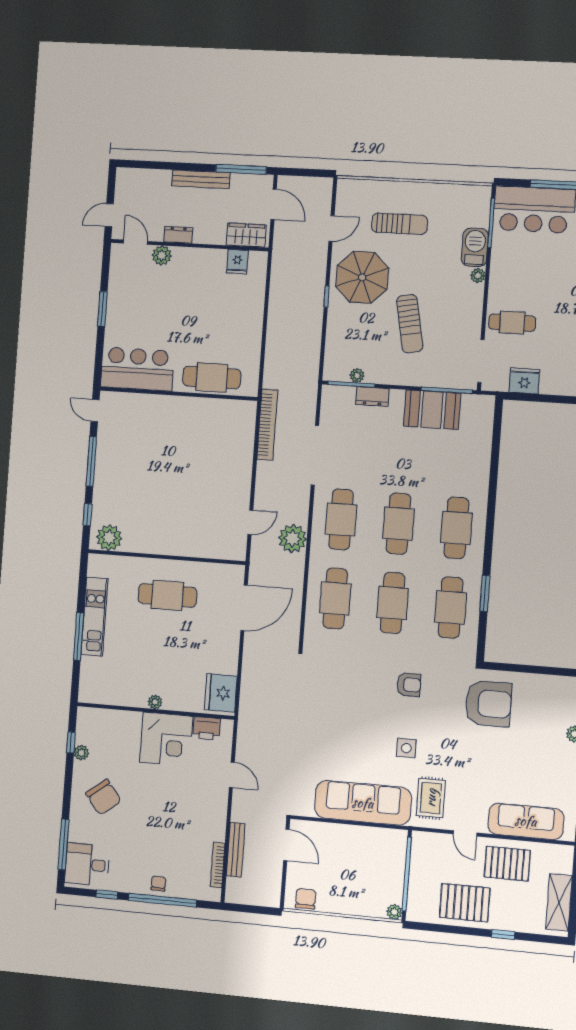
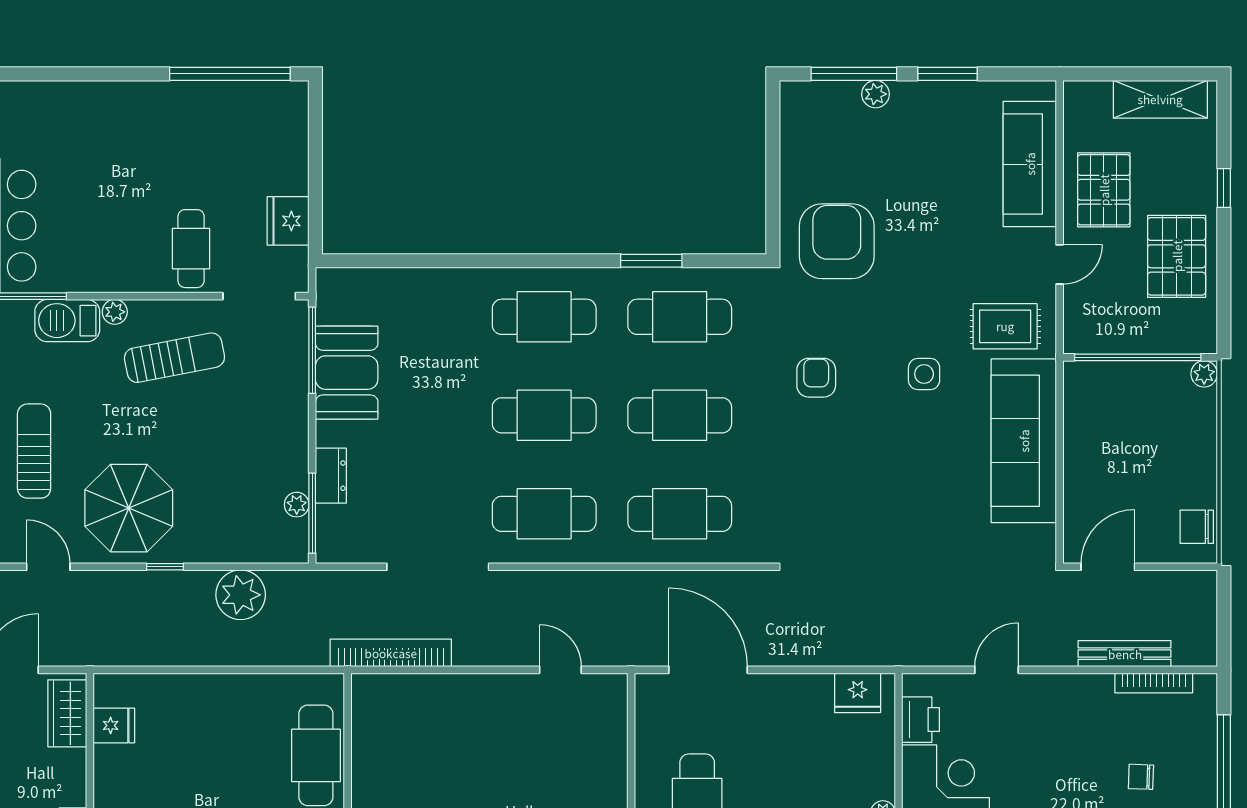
sun lounger: (410, 324) -> (174, 358), moved
plant: (293, 539) -> (241, 595), moved
fridge: (221, 693) -> (858, 693), width x0.73, depth x0.75
chair: (158, 884) -> (1141, 777), moved

